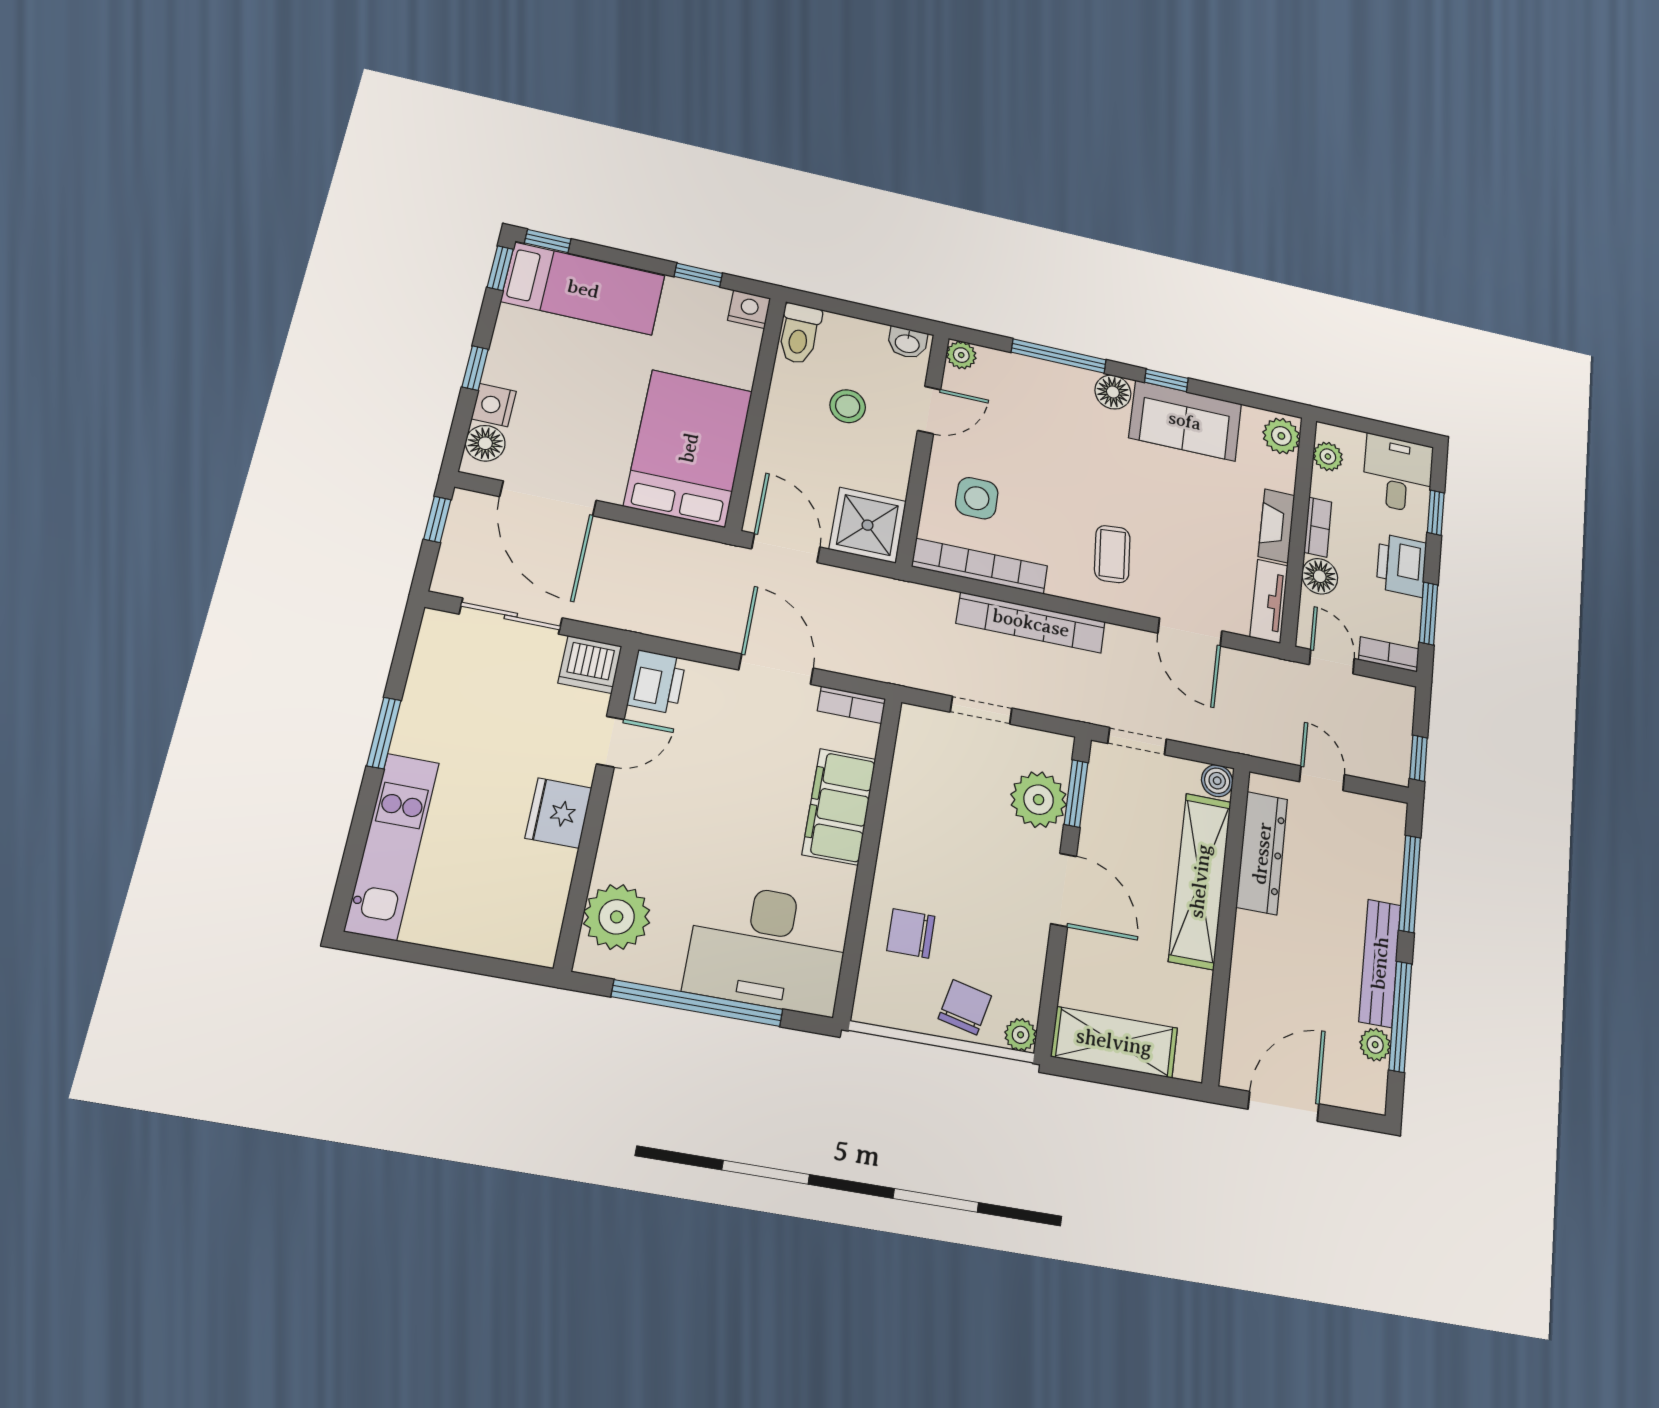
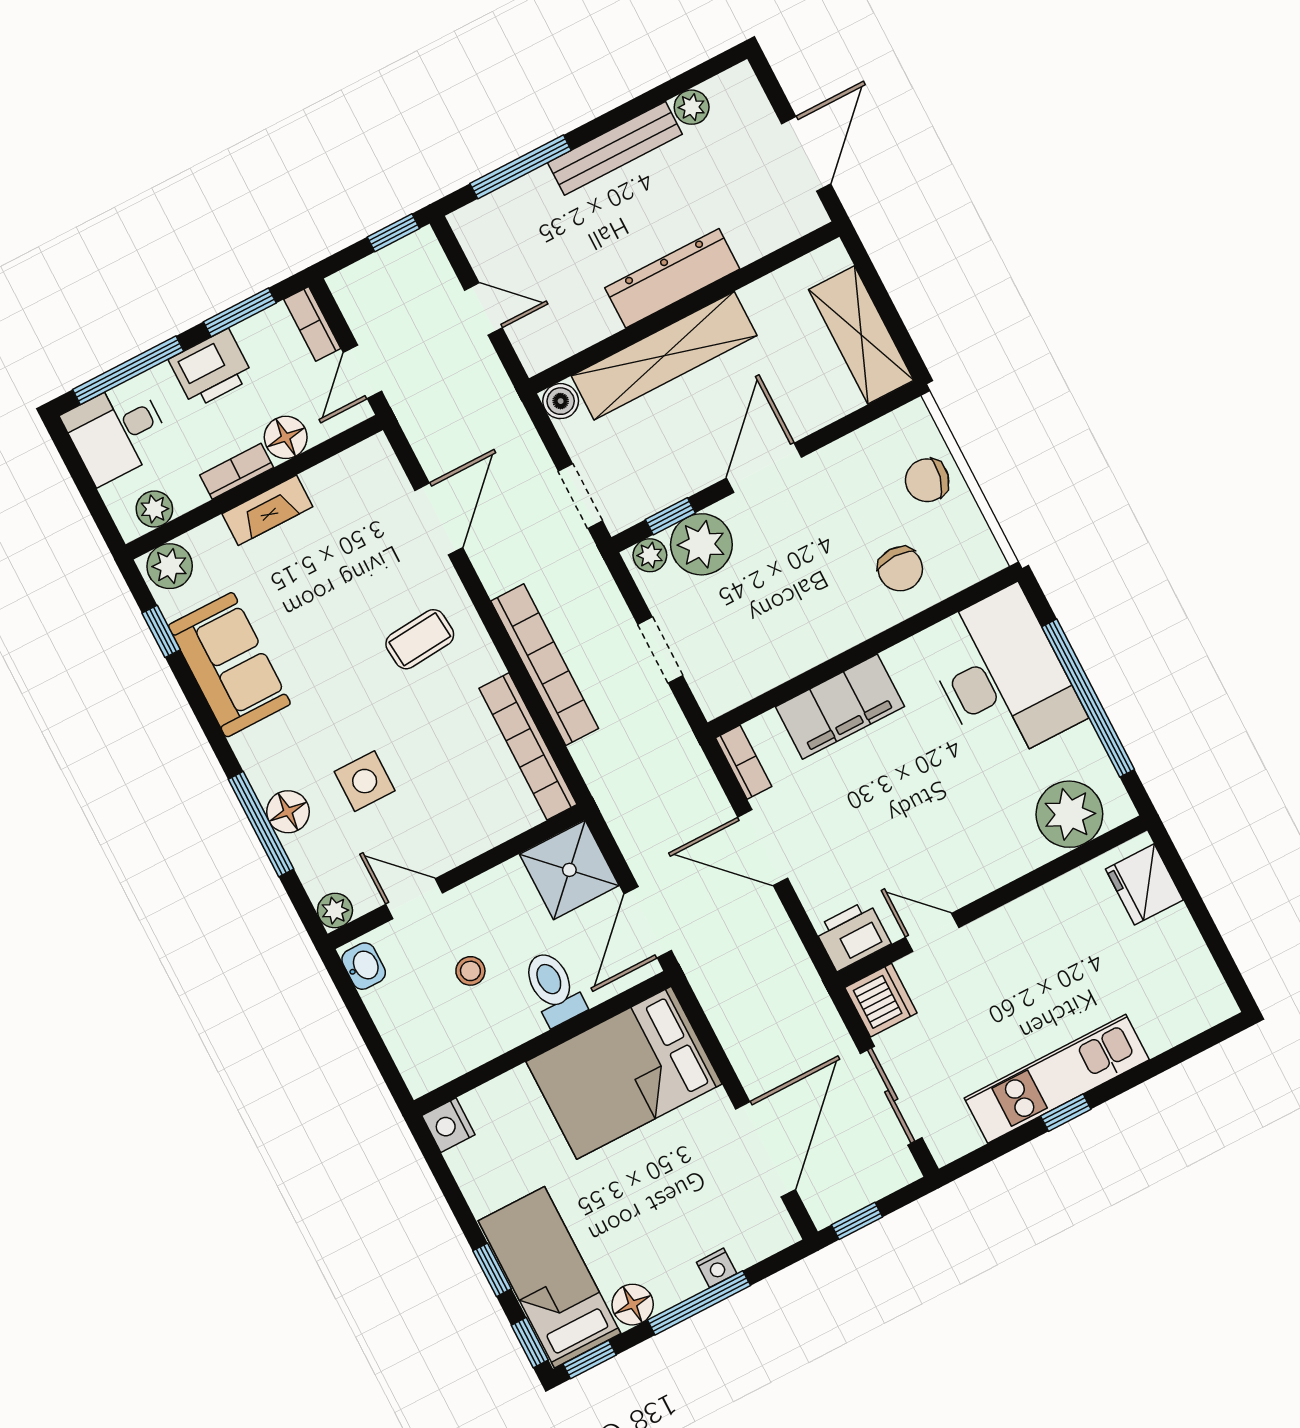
window: (698, 275) -> (492, 1270), moved
toilet: (799, 334) -> (553, 988), moved, turned -90
window: (475, 368) -> (699, 1303), width x2.17
window: (1166, 380) -> (161, 631), moved
floor lamp: (1113, 392) -> (288, 812), moved
nightstand: (494, 405) -> (717, 1268), width x0.72, depth x0.74
stool: (848, 406) -> (470, 971), width x0.73, depth x0.73
floor lamp: (485, 443) -> (633, 1305), moved
side table: (977, 498) -> (365, 781), moved
window: (1436, 513) -> (128, 370), width x2.17
tv unit: (1269, 601) -> (350, 468), removed
door: (776, 669) -> (763, 848), hinge flipped
window: (384, 733) -> (1066, 1113), width x0.67
door: (1322, 778) -> (483, 309), swing flipped
window: (1076, 793) -> (670, 516), width x0.67
fridge: (558, 813) -> (1144, 884), moved, turned 90
kitchen unit: (392, 846) -> (1057, 1079), moved
dresser: (1262, 853) -> (672, 278), moved
window: (1400, 1017) -> (649, 100), removed
plant: (1021, 1035) -> (650, 555), moved
door: (1284, 1106) -> (806, 154), swing flipped

